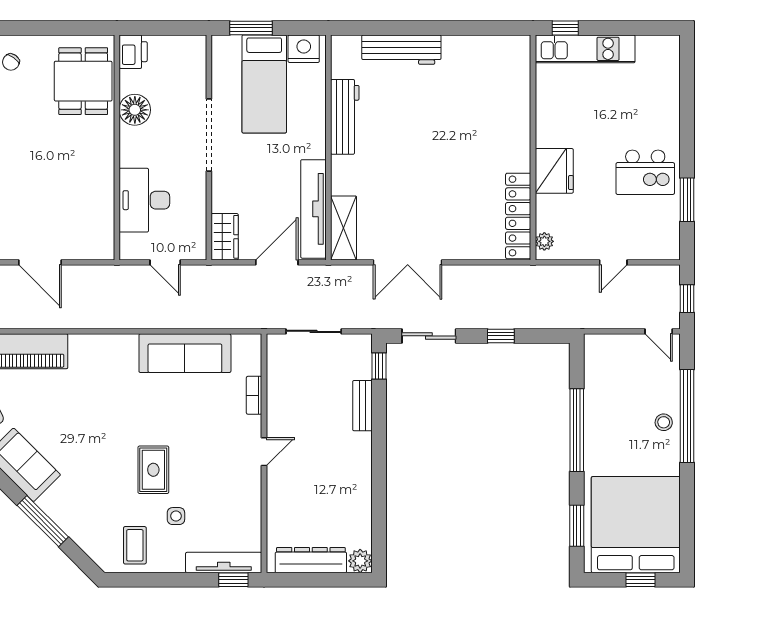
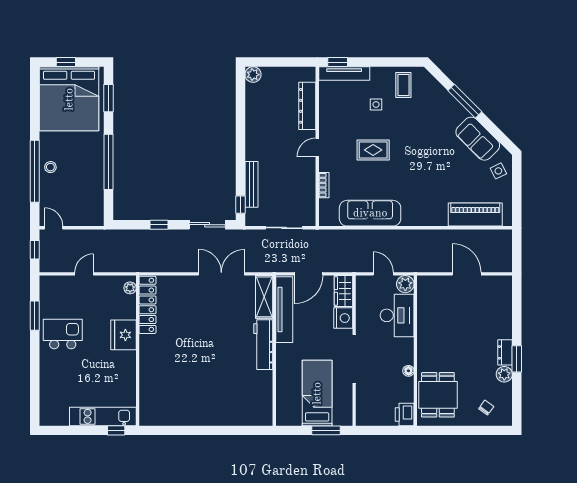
nightstand: (304, 49) -> (343, 318), moved, turned -90
workbench: (401, 50) -> (226, 416), removed
floor lamp: (135, 110) -> (408, 371), width x0.53, depth x0.53
workbench: (345, 117) -> (263, 345), moved
plant: (132, 247) -> (405, 284), added
bench: (362, 406) -> (252, 184), width x1.36
rug: (153, 470) -> (373, 150), moved, turned 90
dresser: (311, 560) -> (307, 106), moved, turned 90

